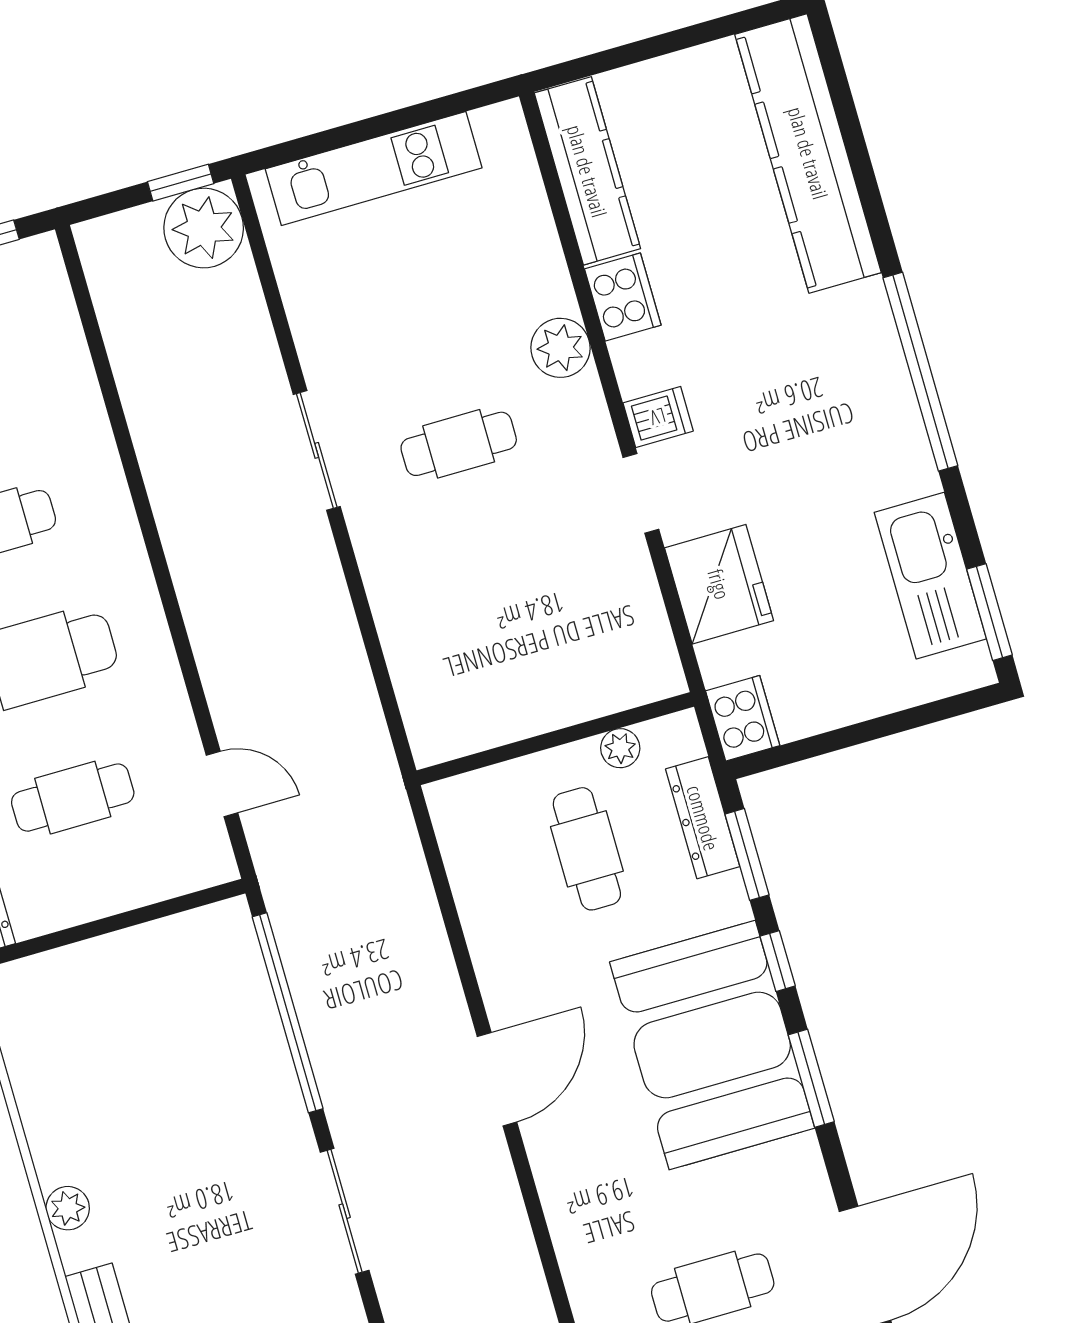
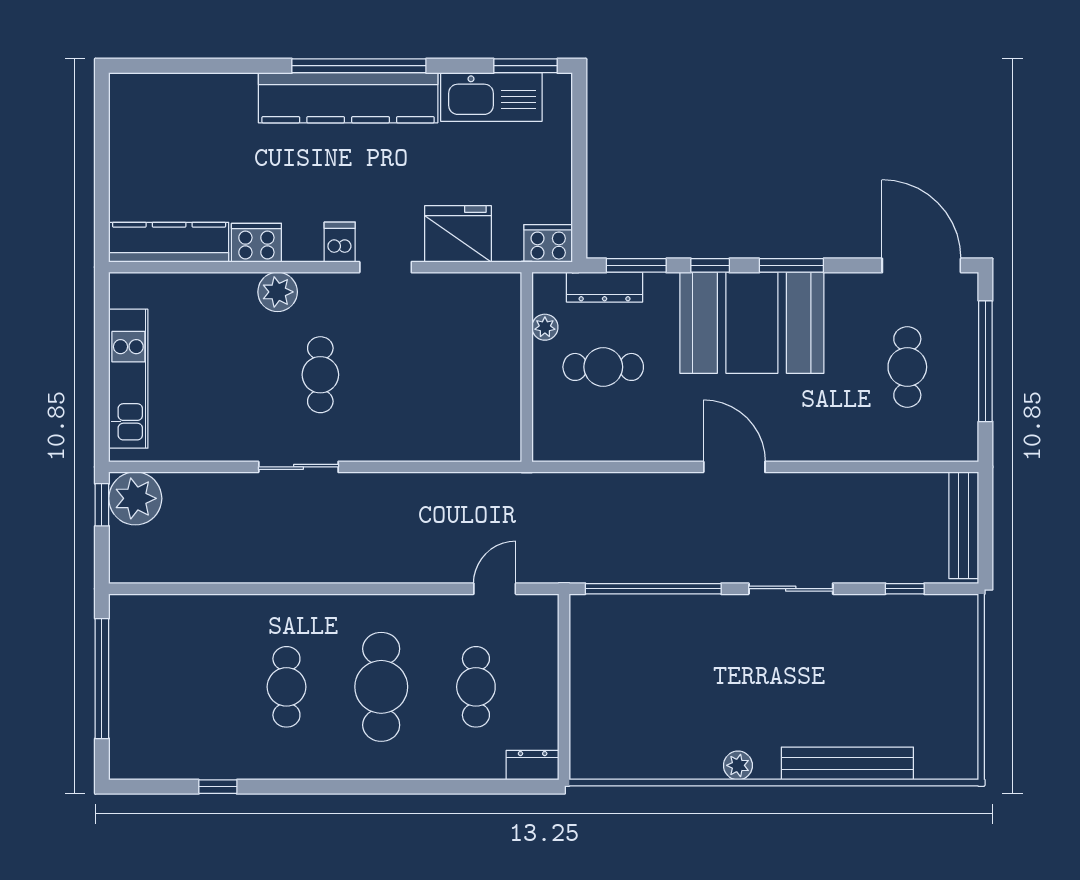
kitchen counter: (808, 153) -> (348, 98), moved

